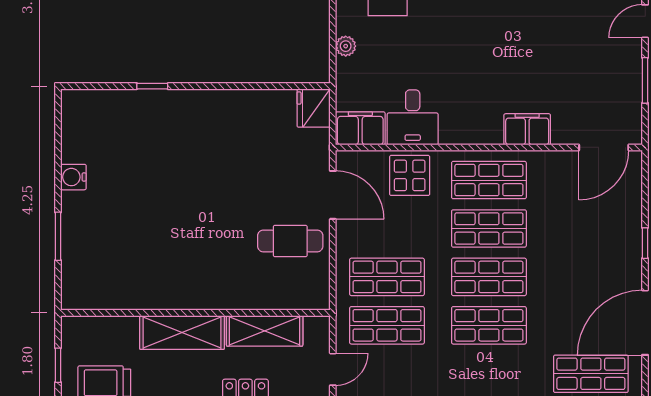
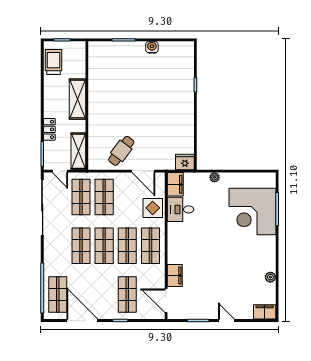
filing cabinet: (527, 129) -> (175, 275), moved
door: (333, 195) -> (143, 171), hinge flipped
shop shelf: (591, 228) -> (127, 295), added
cafe table: (290, 241) -> (121, 151), turned 37
shelving: (265, 331) -> (78, 151), moved

